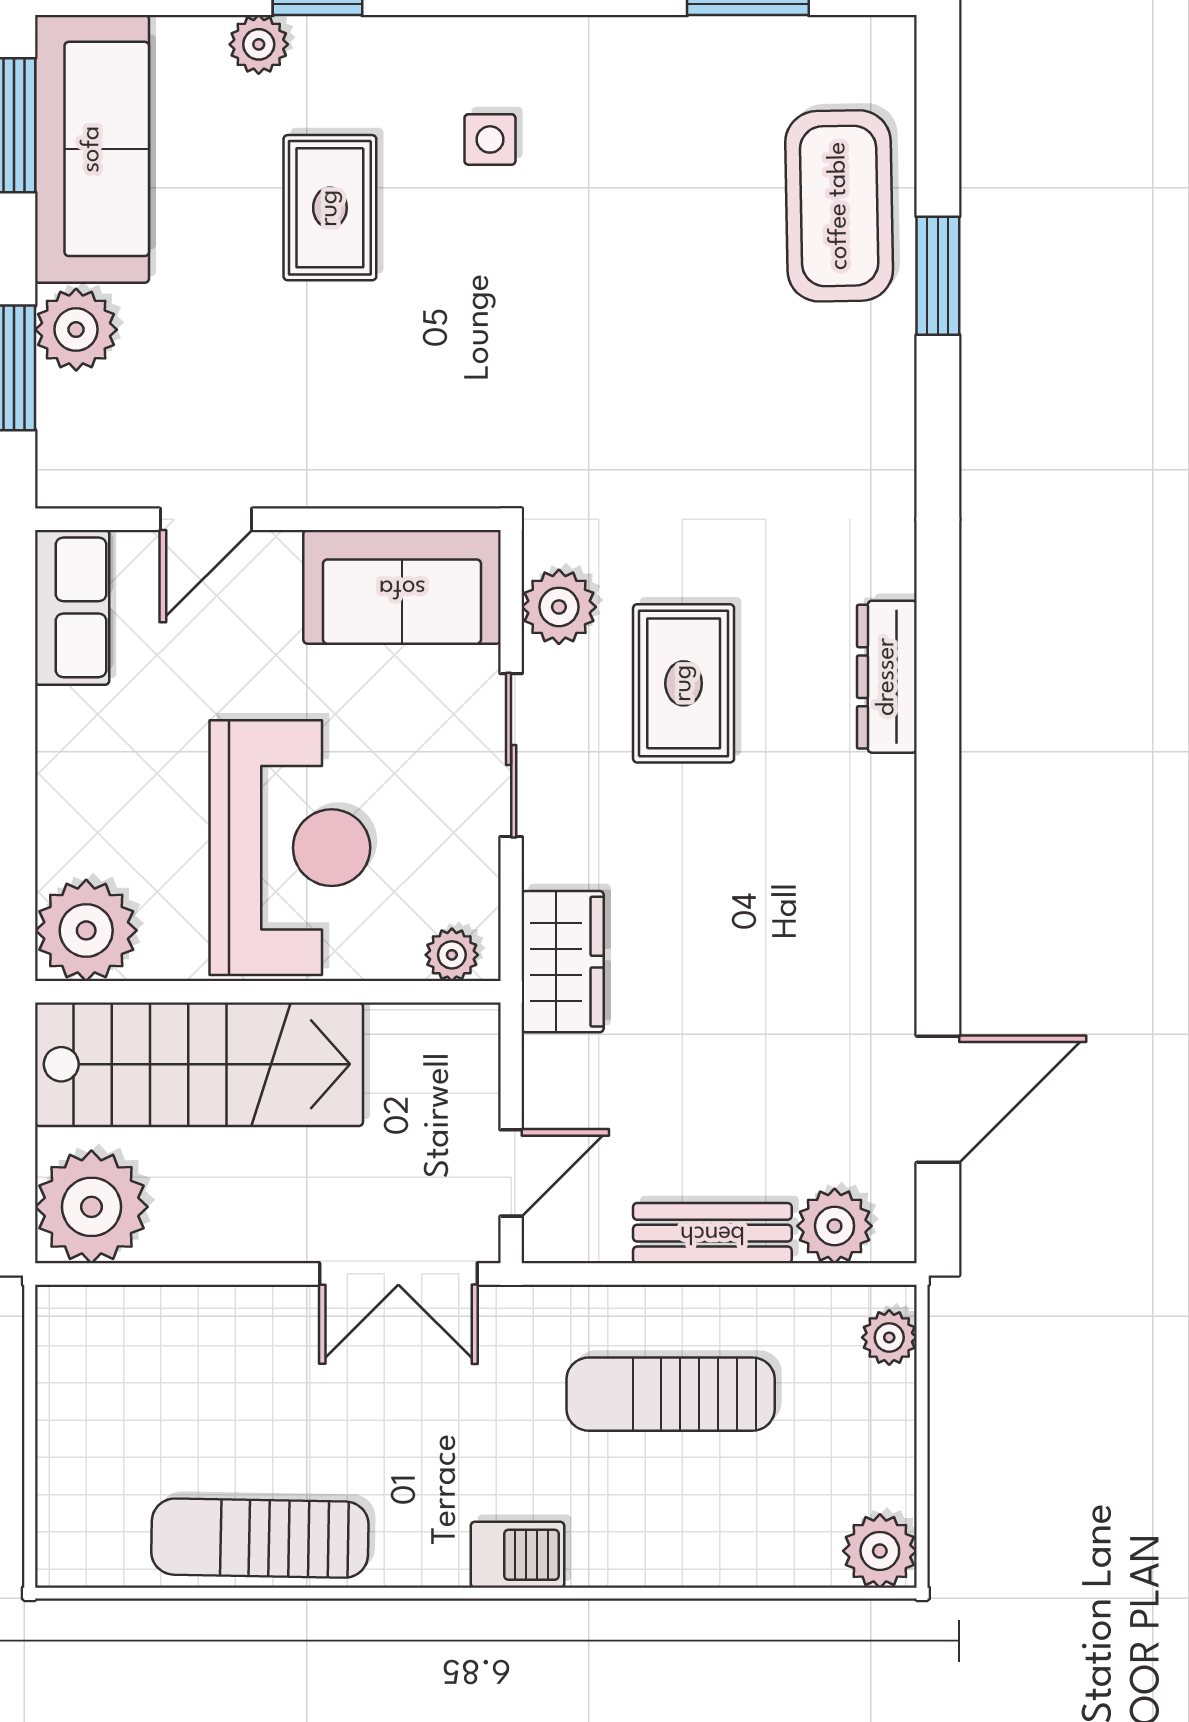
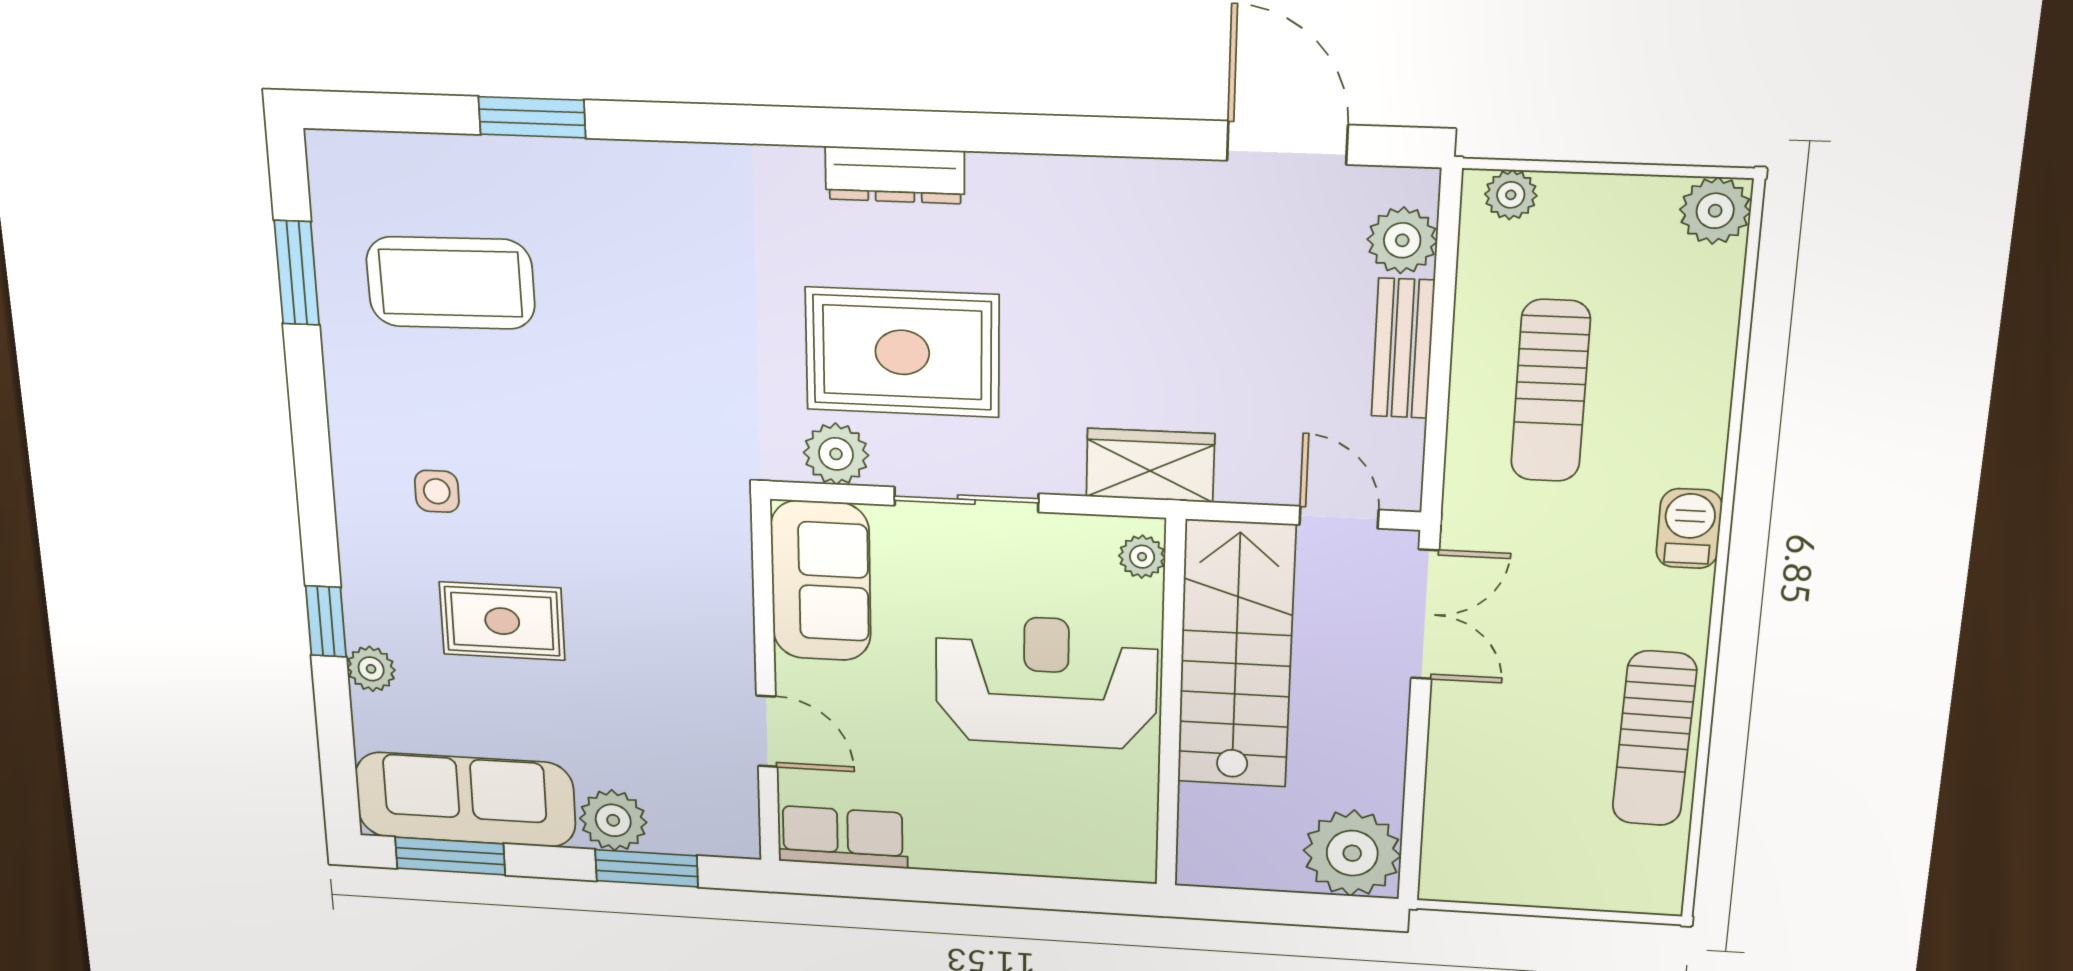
coffee table: (839, 206) -> (451, 283), moved
rug: (684, 683) -> (902, 352), width x1.36, depth x1.43
plant: (86, 930) -> (1115, 843), removed
stairs: (199, 1064) -> (1236, 655), moved

